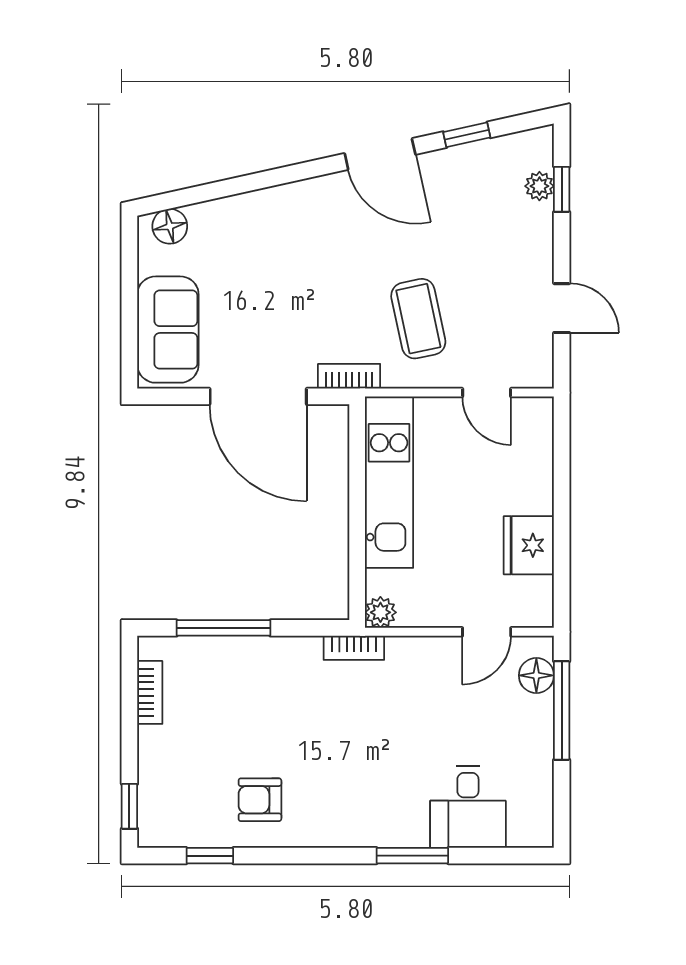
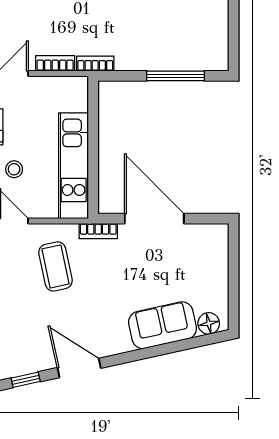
sofa: (168, 330) -> (163, 325), moved, turned 78
stool: (485, 476) -> (14, 169), added
plant: (380, 612) -> (79, 85), removed
bookcase: (150, 692) -> (55, 63), moved, turned 90

